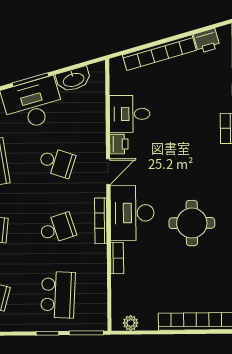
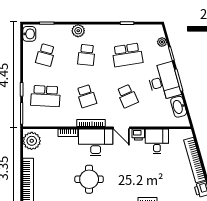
school desk: (57, 162) -> (127, 96), turned -42
plant: (131, 323) -> (32, 141), width x1.88, depth x1.88

